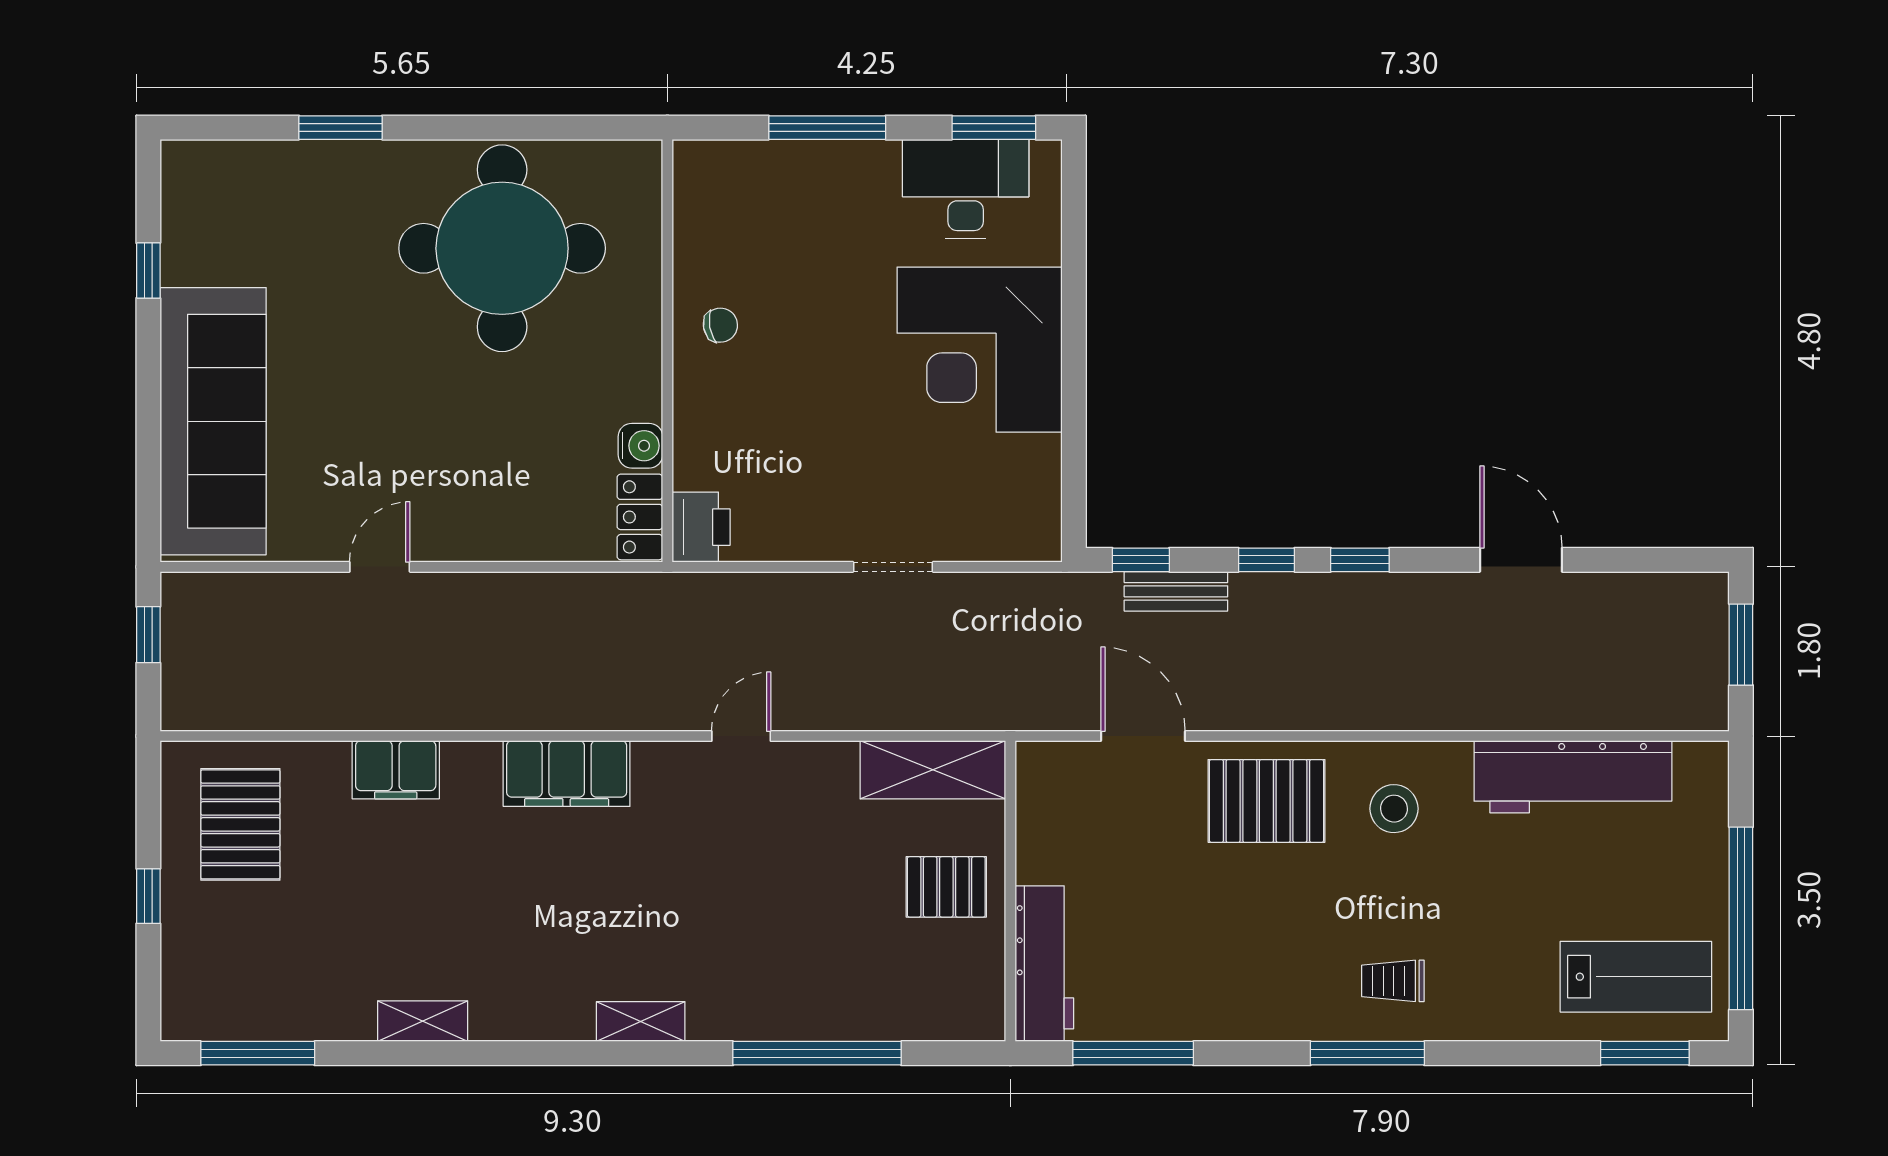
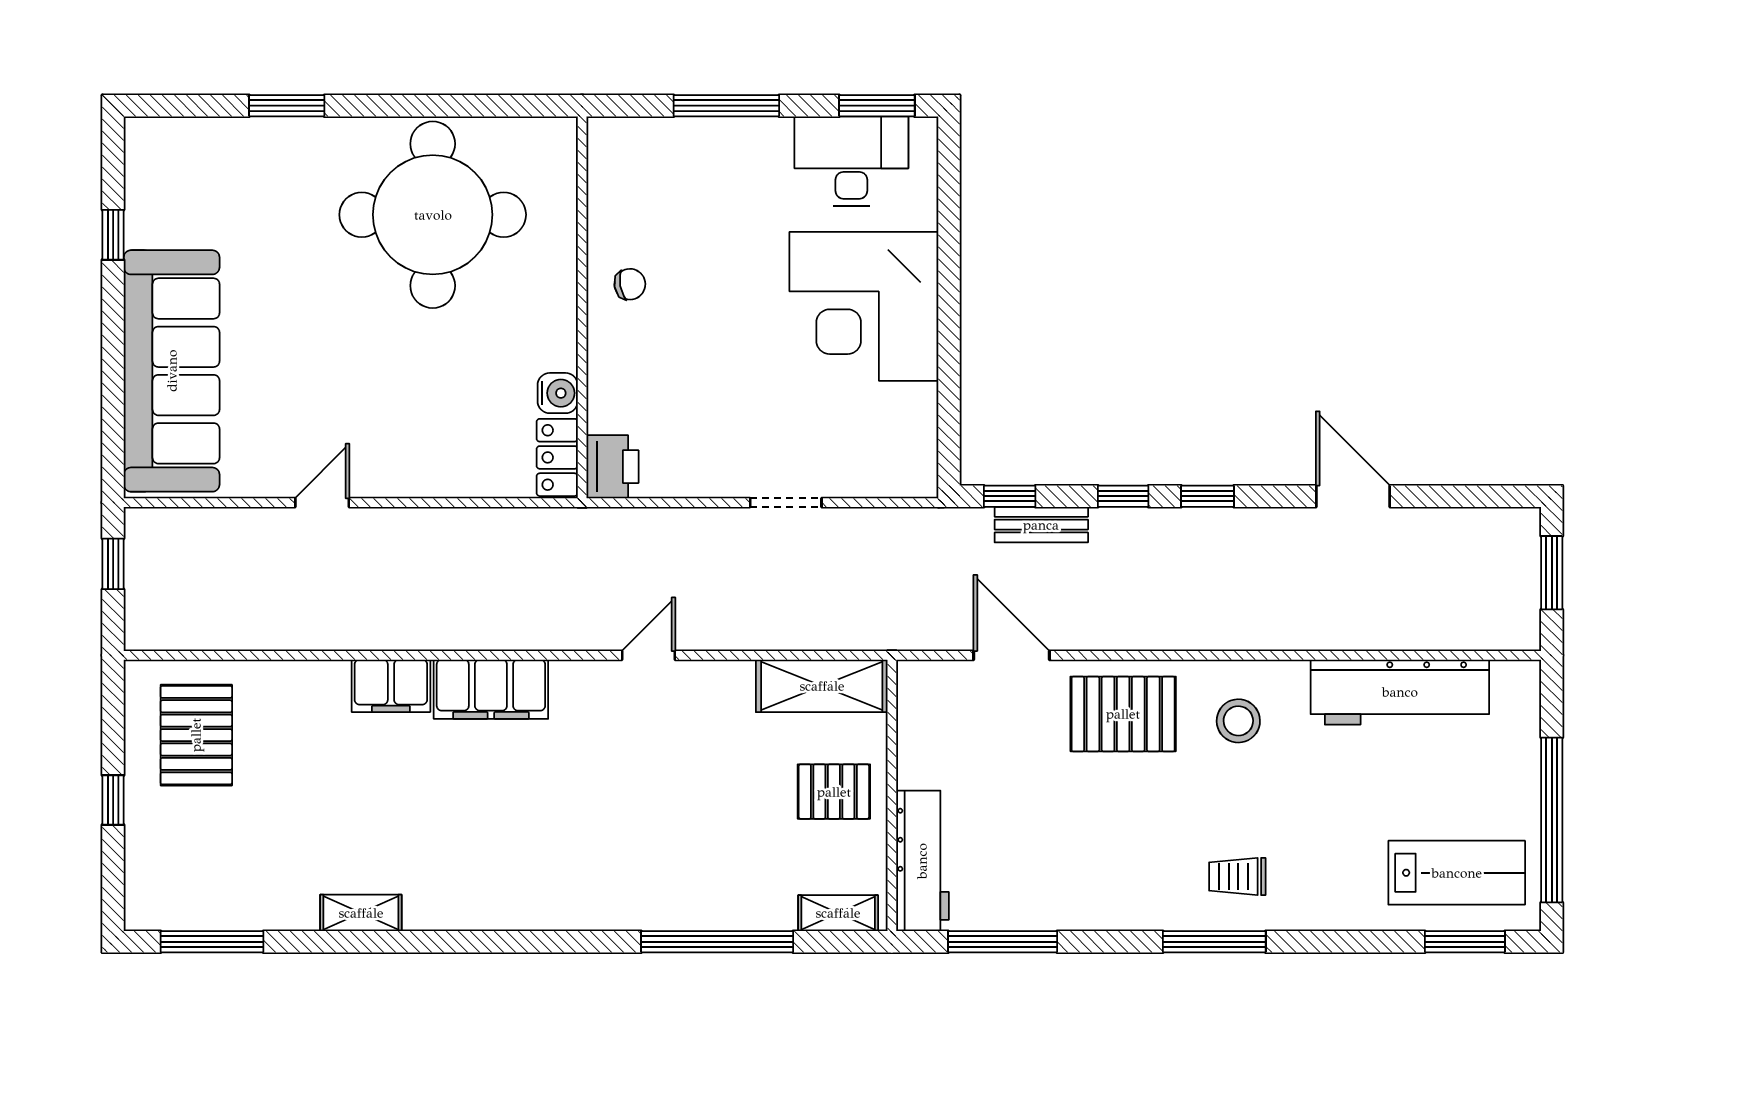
filing cabinet: (396, 770) -> (391, 686), moved
shelving: (641, 1021) -> (838, 913), moved

